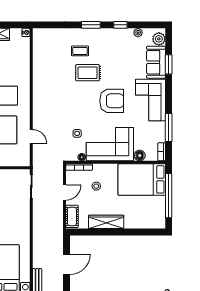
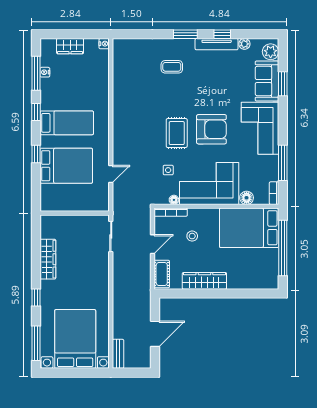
tv unit: (116, 33) -> (217, 44), added
rug: (88, 73) -> (177, 133), moved, turned 90
door: (31, 137) -> (111, 174), hinge flipped

